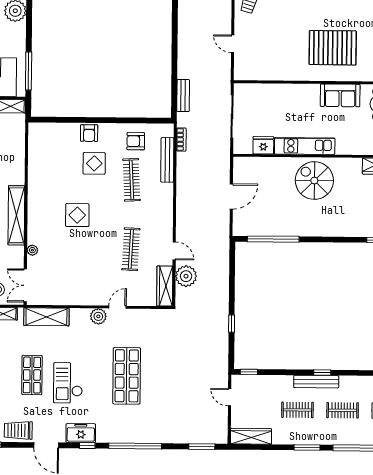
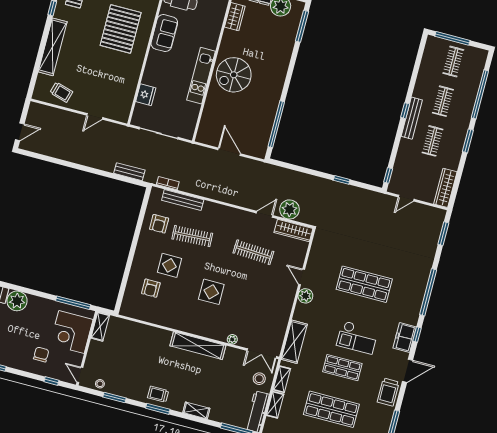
armchair: (89, 133) -> (151, 288), moved, turned 90
fridge: (263, 145) -> (146, 95), moved, turned 180

